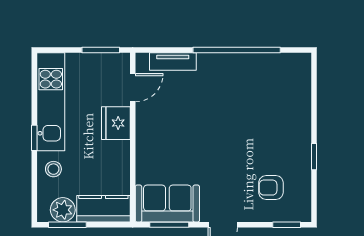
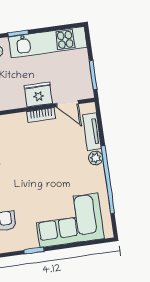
plant: (207, 62) -> (96, 158), added
corner sofa: (282, 107) -> (69, 220), added
bookcase: (142, 123) -> (41, 115), added

